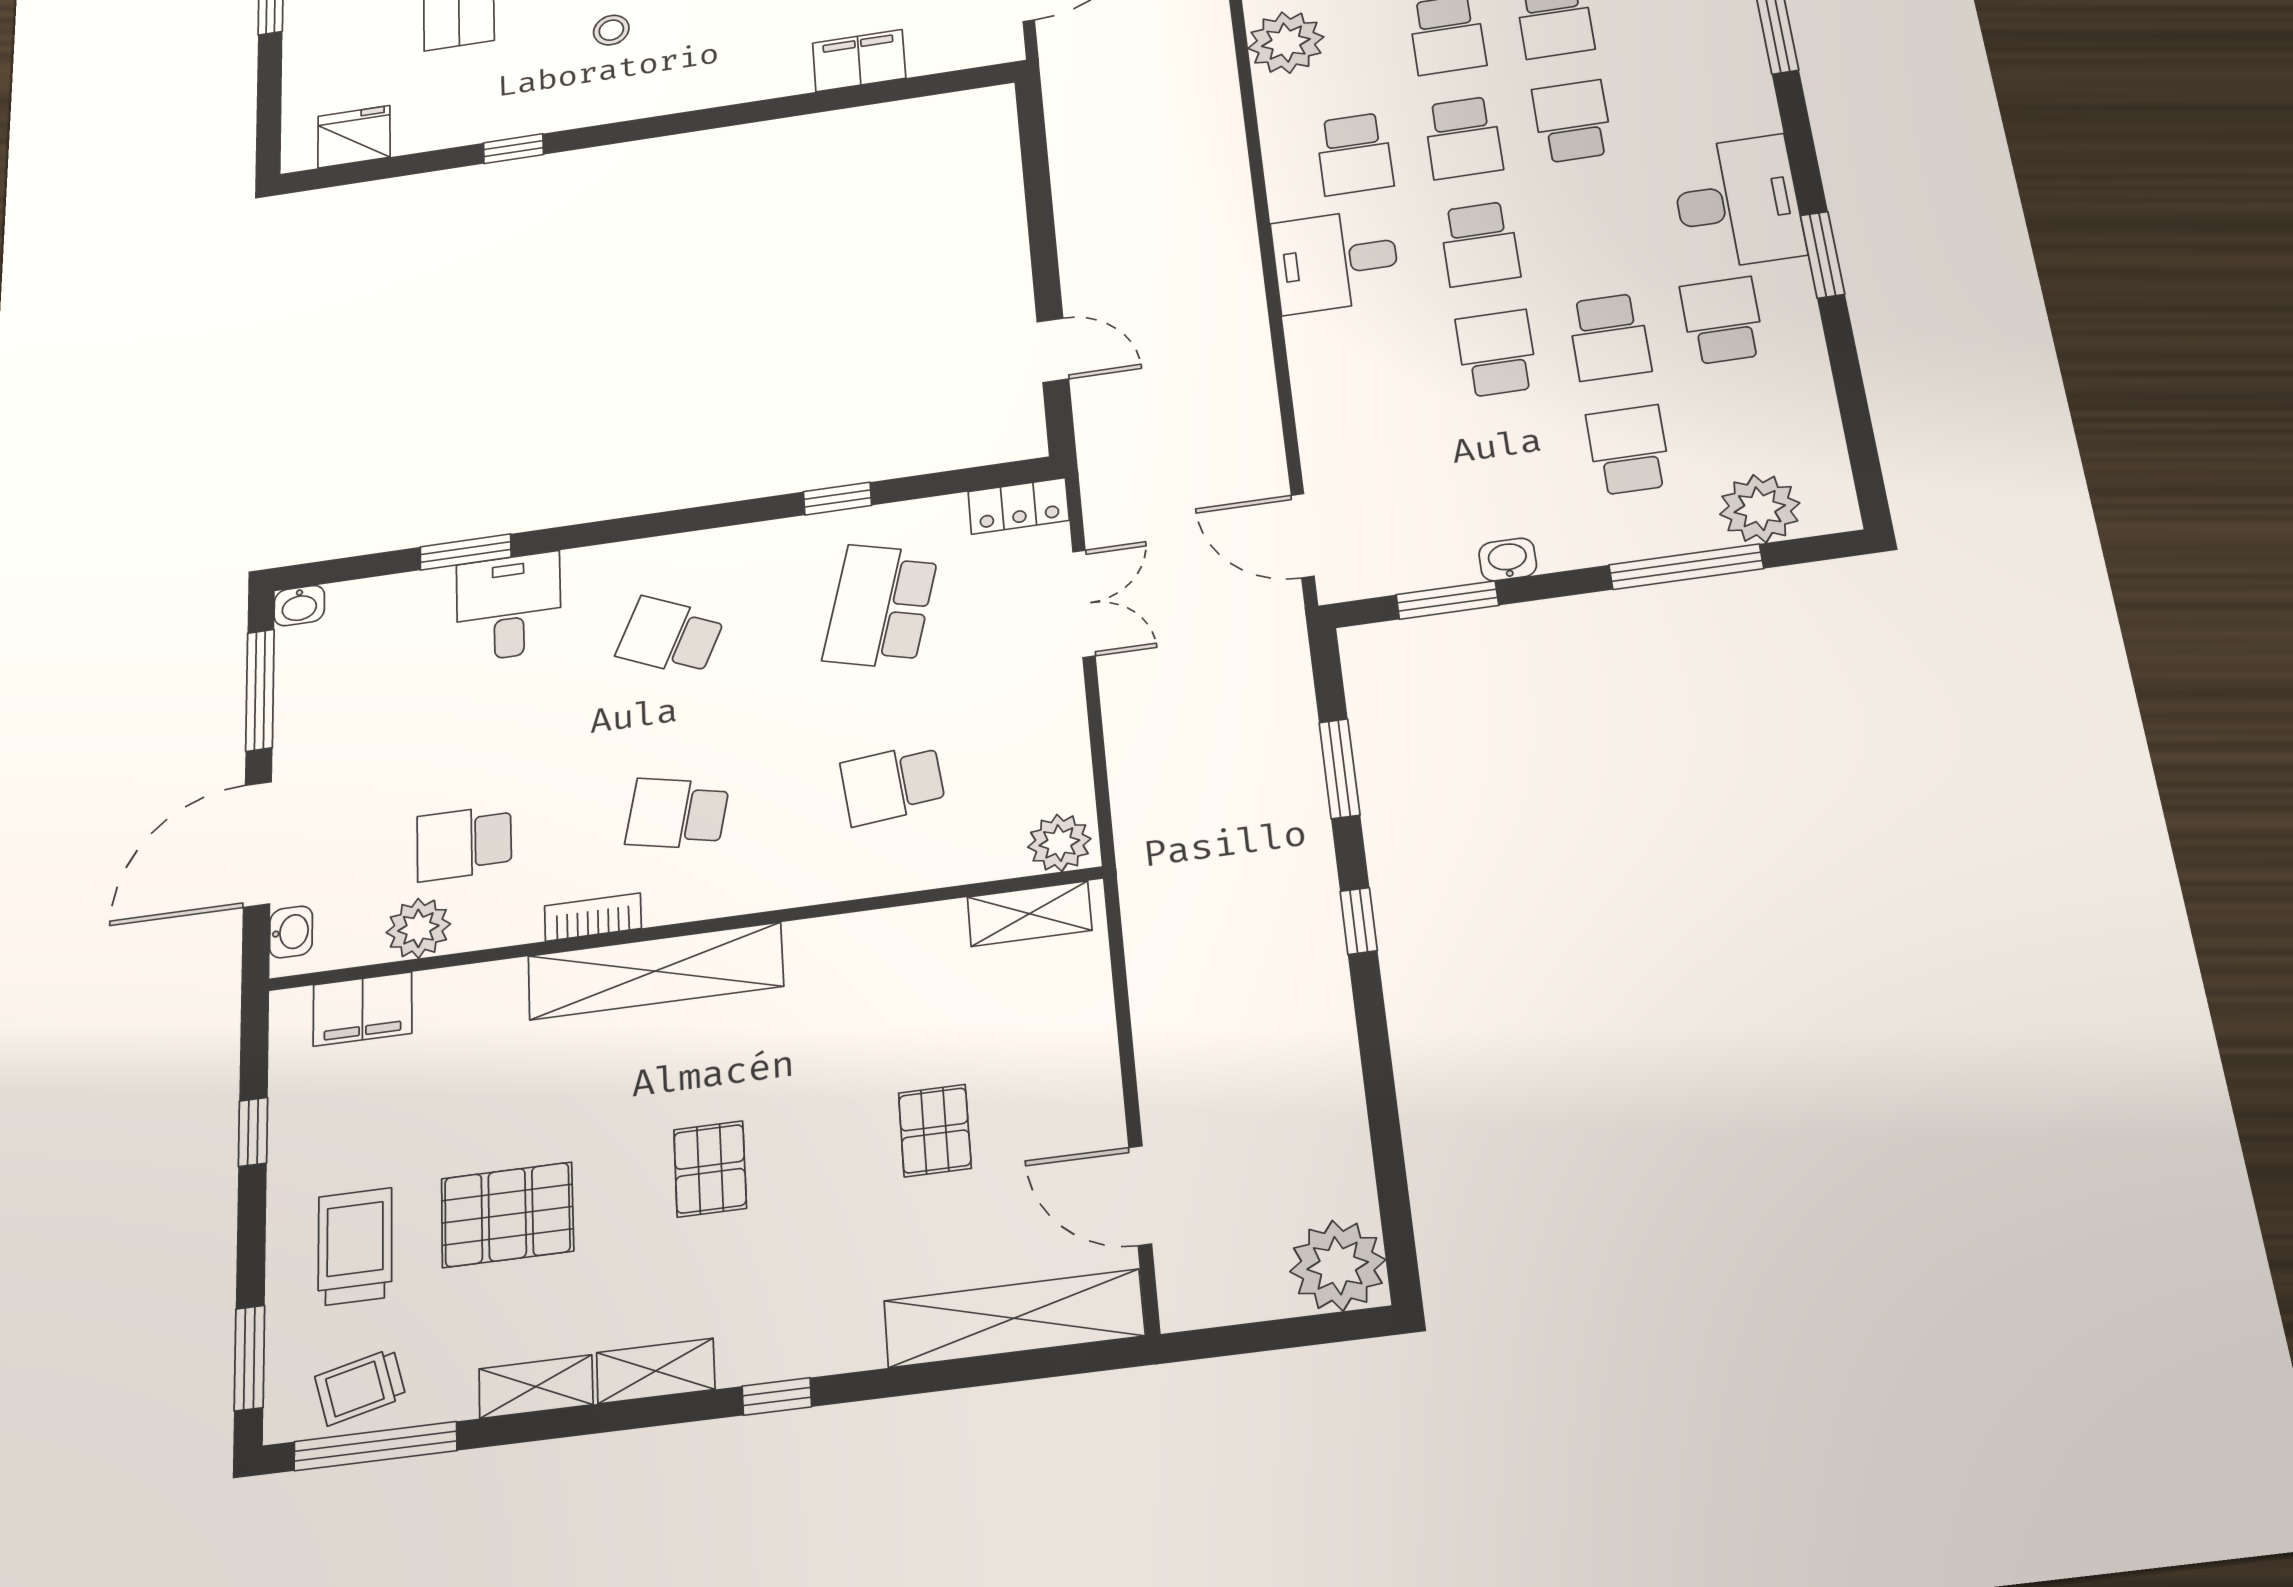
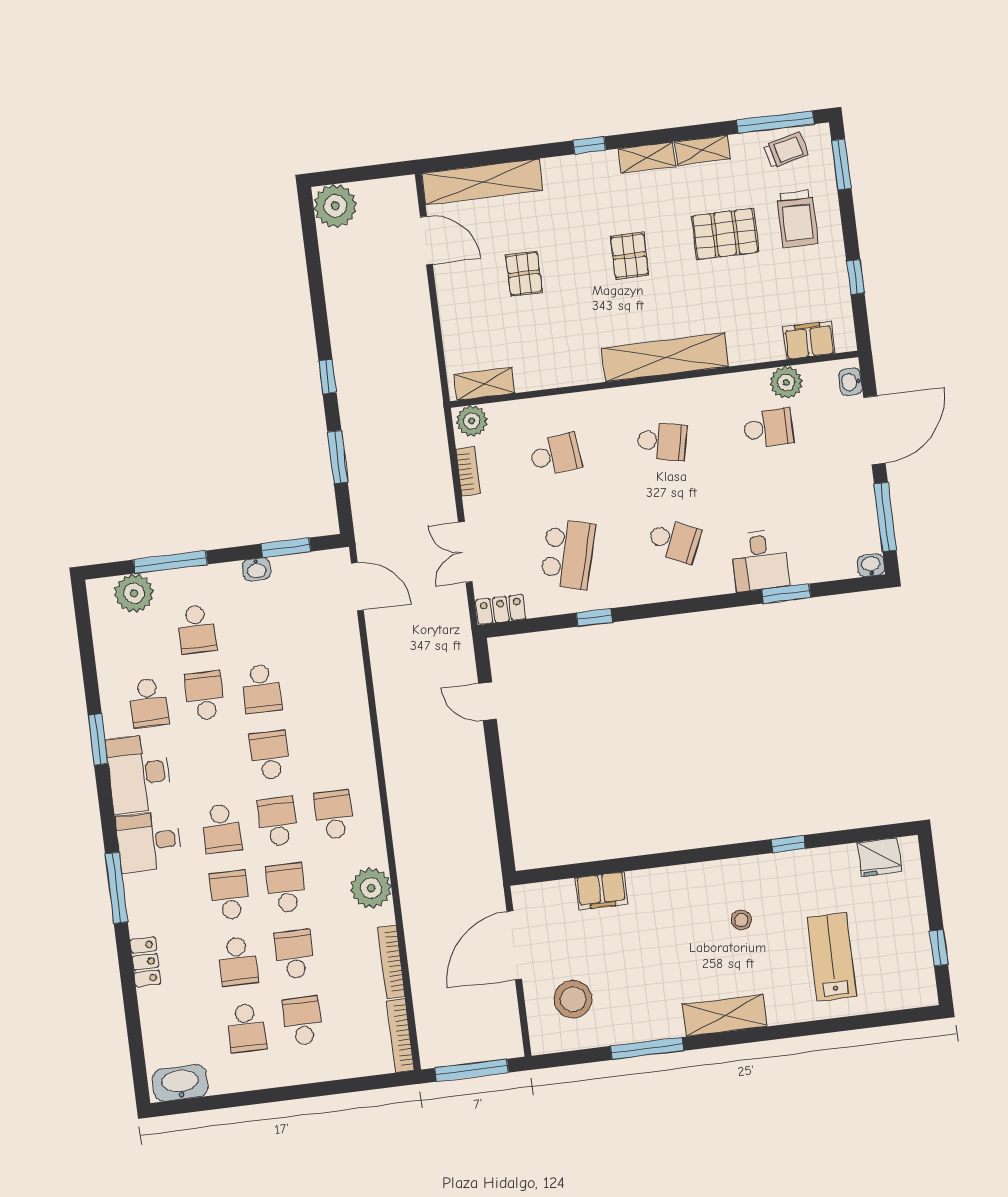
desk: (1336, 261) -> (149, 841), moved, turned 180
bookcase: (593, 917) -> (468, 471), moved, turned -90

